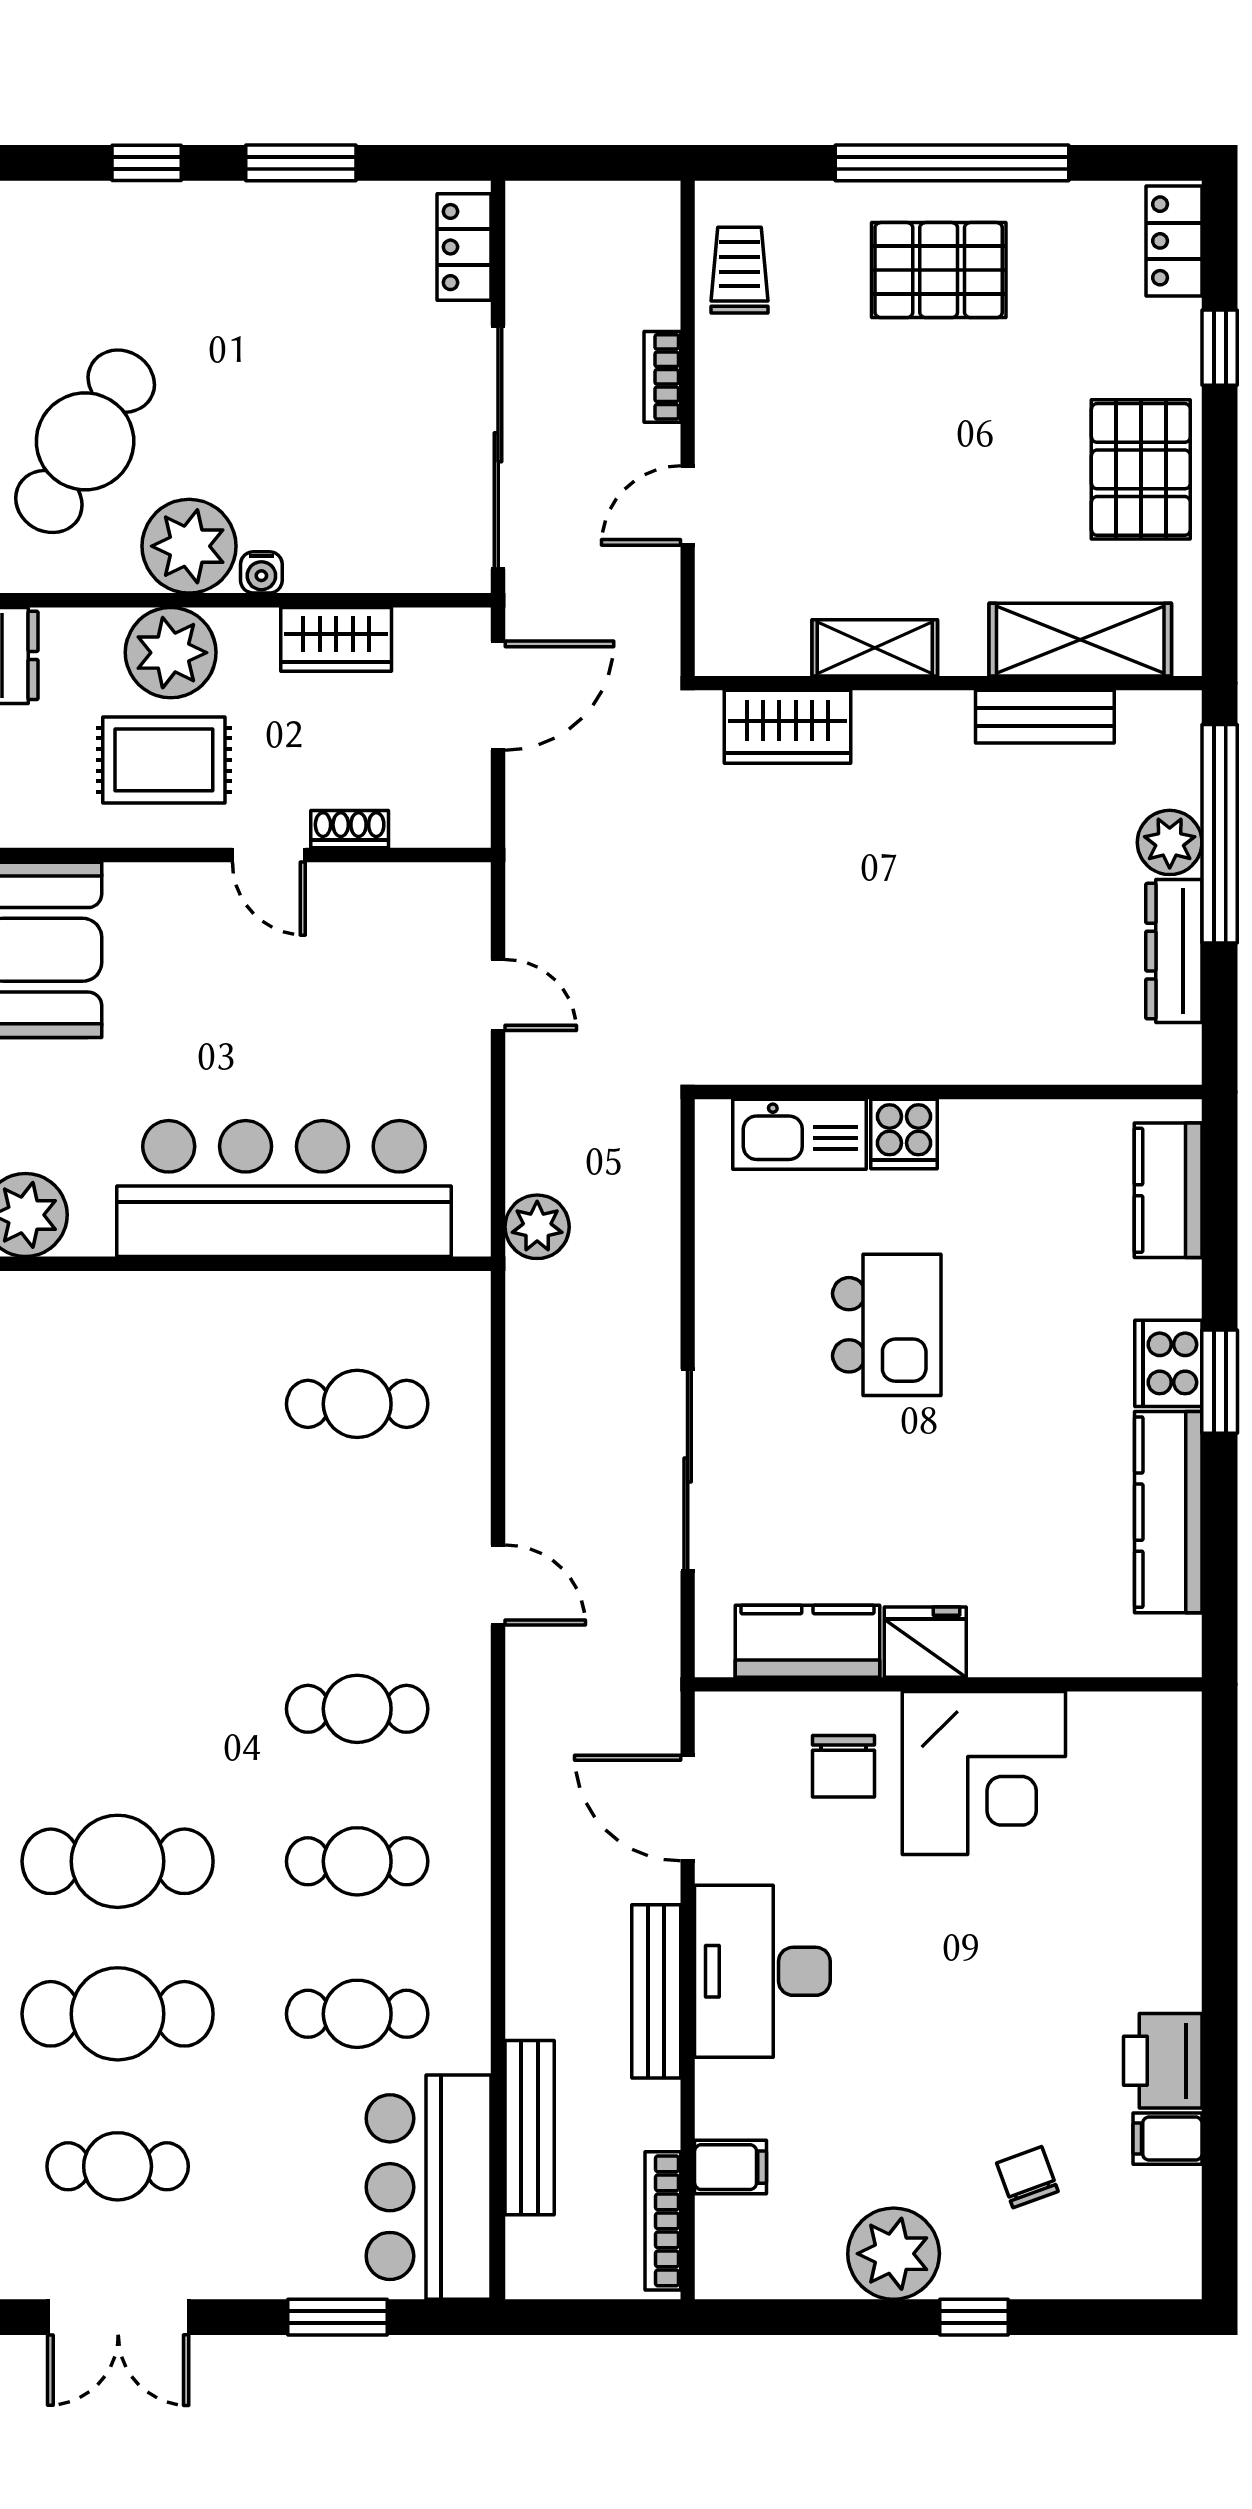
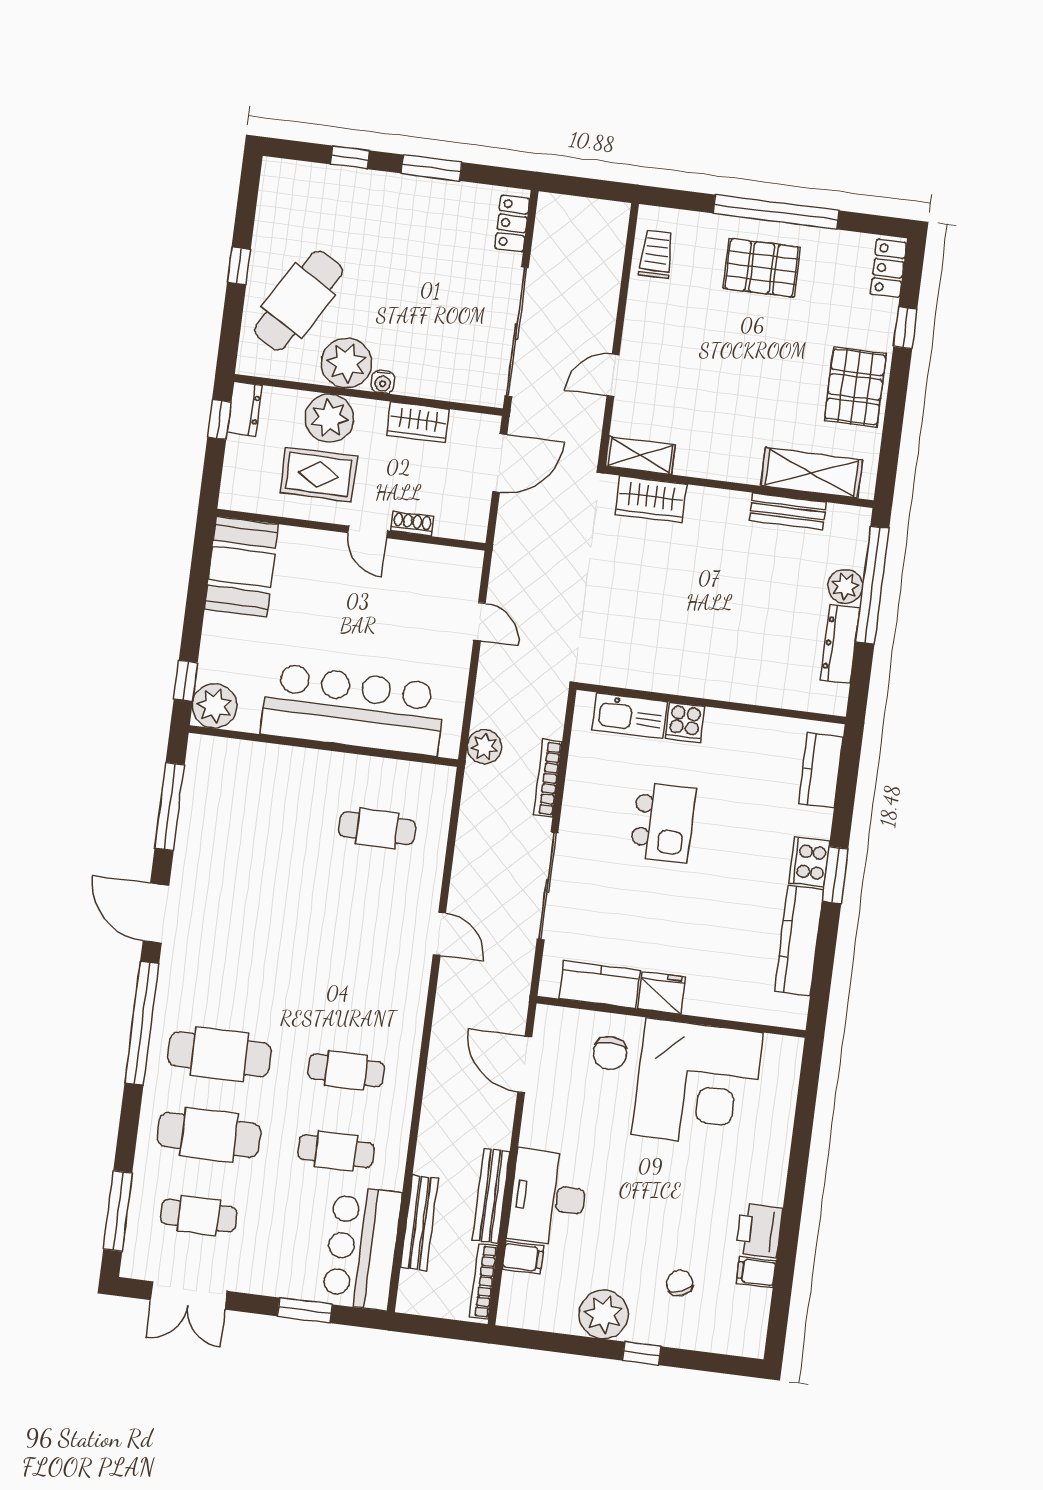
bookcase: (662, 377) -> (548, 778), moved, width x1.56
shelving: (875, 648) -> (640, 455), moved
cafe table: (357, 1709) -> (357, 990), removed
corner desk: (984, 1773) -> (697, 1084), width x1.36, depth x1.36
desk: (762, 1971) -> (548, 1197), moved
bench: (656, 1991) -> (491, 1196), moved

